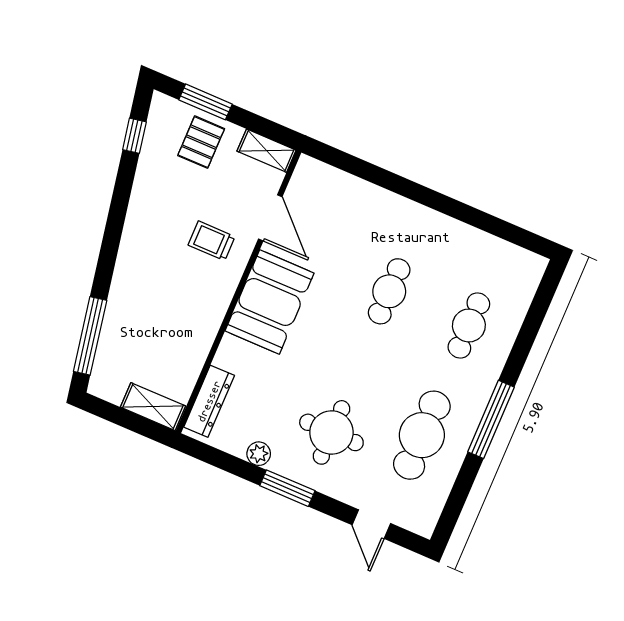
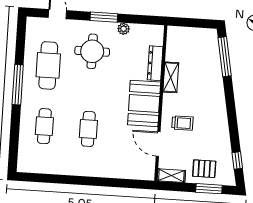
pallet: (201, 142) -> (204, 169), turned 90
dresser: (209, 401) -> (155, 63), moved
shelving: (153, 407) -> (171, 77), moved, turned 90

